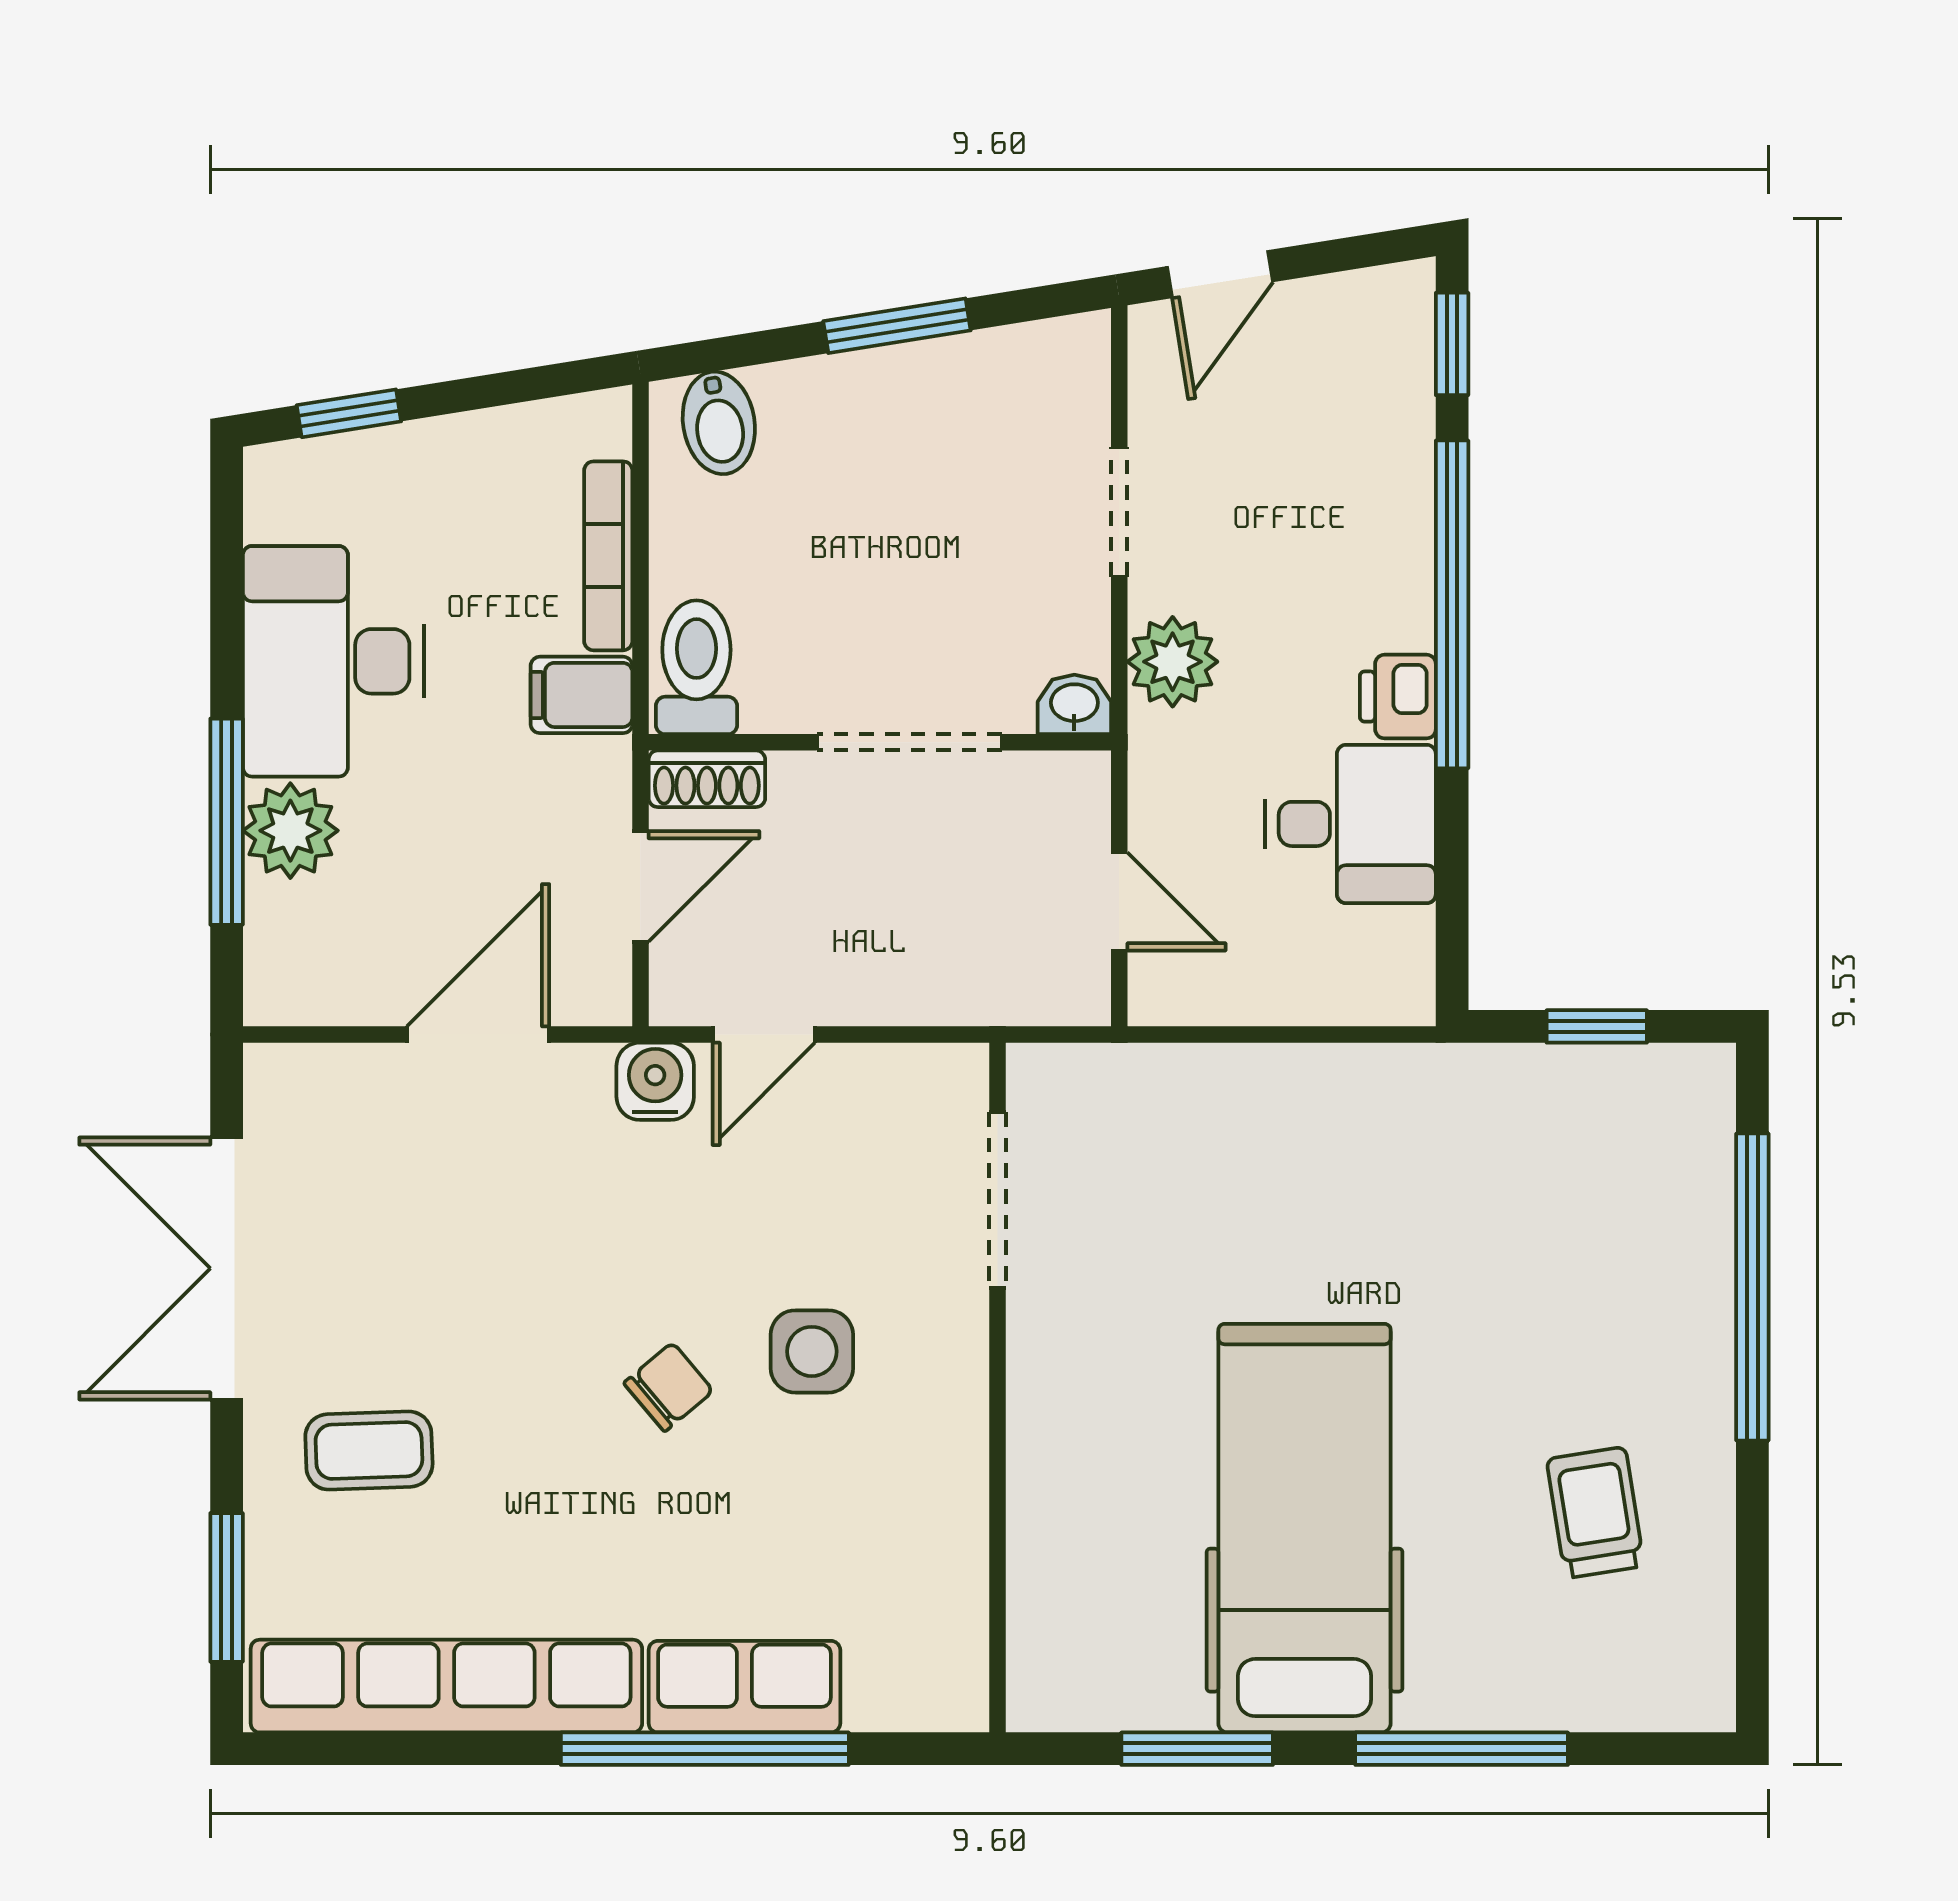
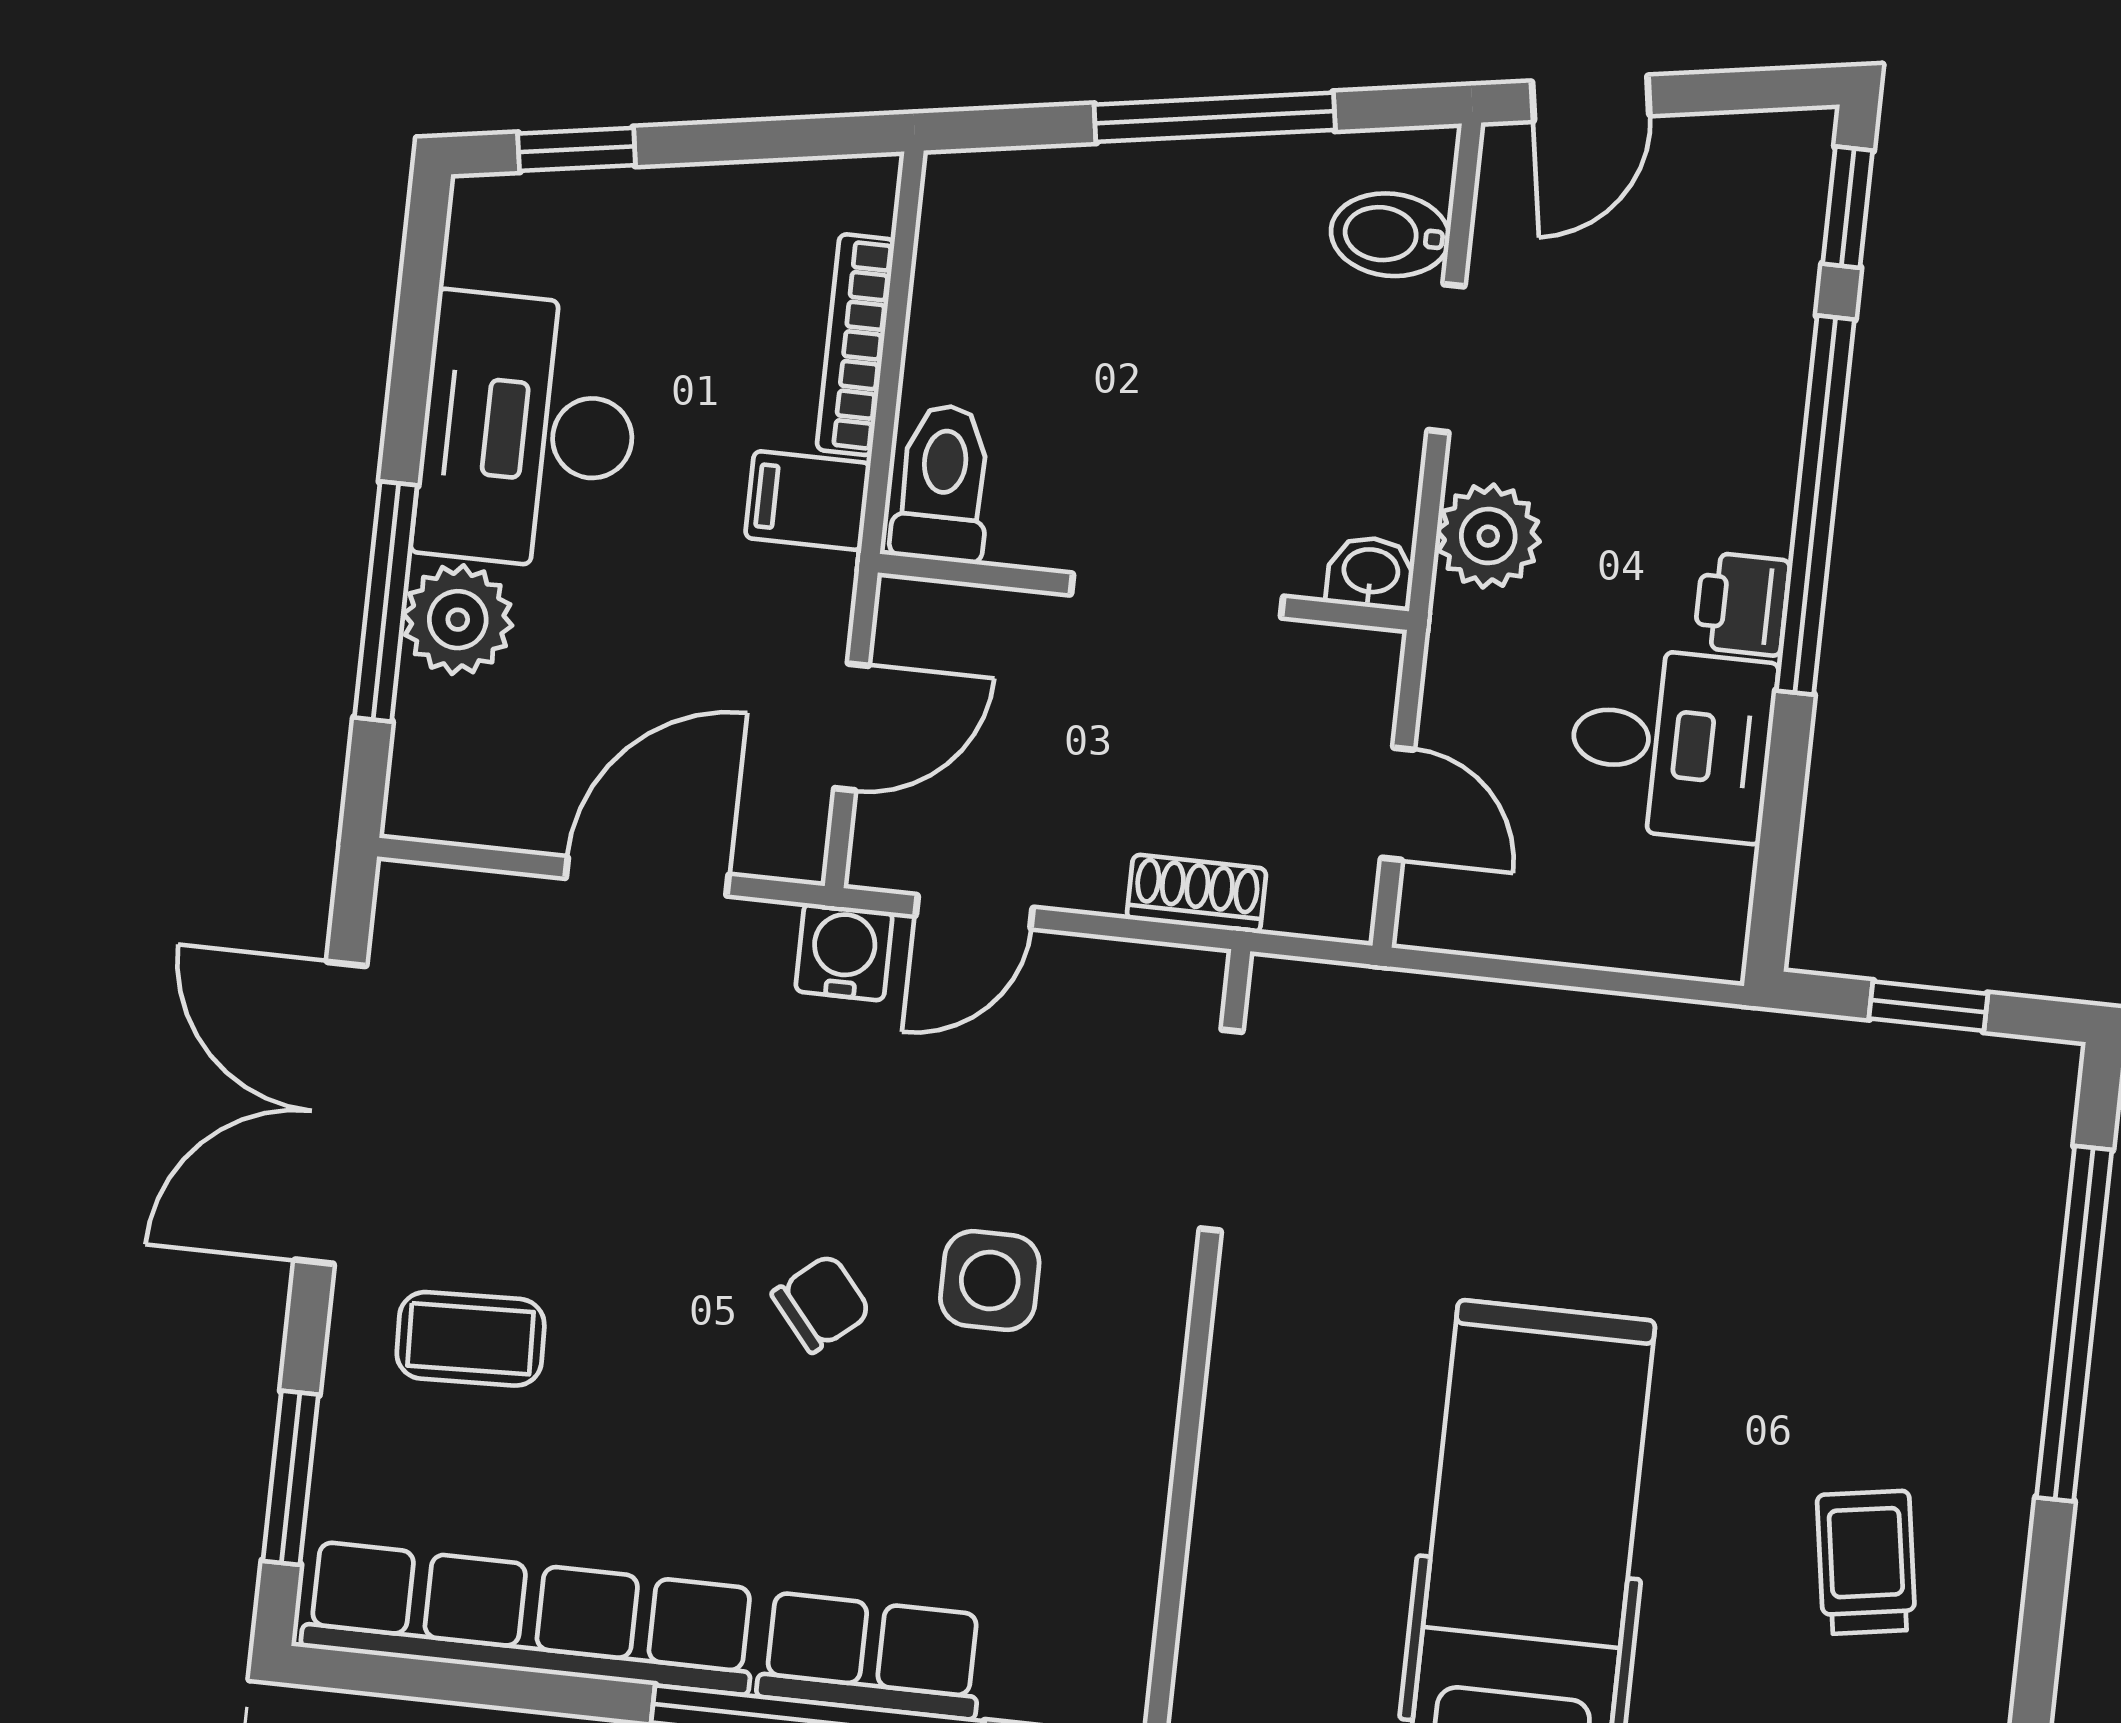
window: (897, 326) -> (1215, 117), width x1.44
bidet: (719, 423) -> (1390, 235), moved, turned 99
shoe rack: (707, 779) -> (1197, 894), moved, turned 180

